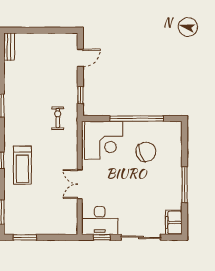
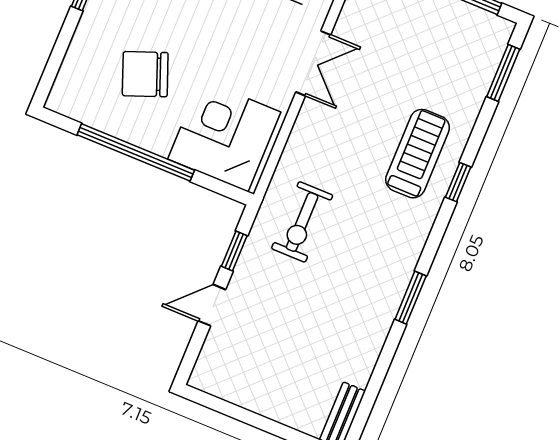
door: (80, 58) -> (212, 305), moved
exercise bike: (58, 118) -> (302, 222), width x1.38, depth x1.39

